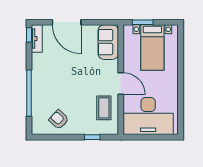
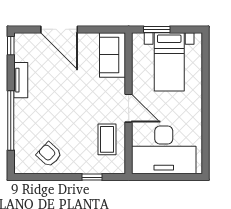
tv unit: (37, 39) -> (21, 80), moved

